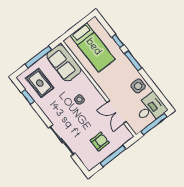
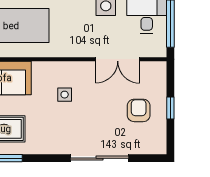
window: (113, 156) -> (170, 108), width x0.46

